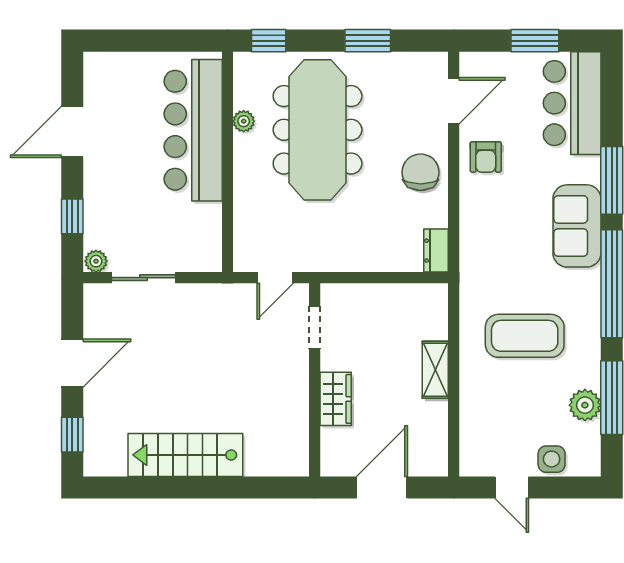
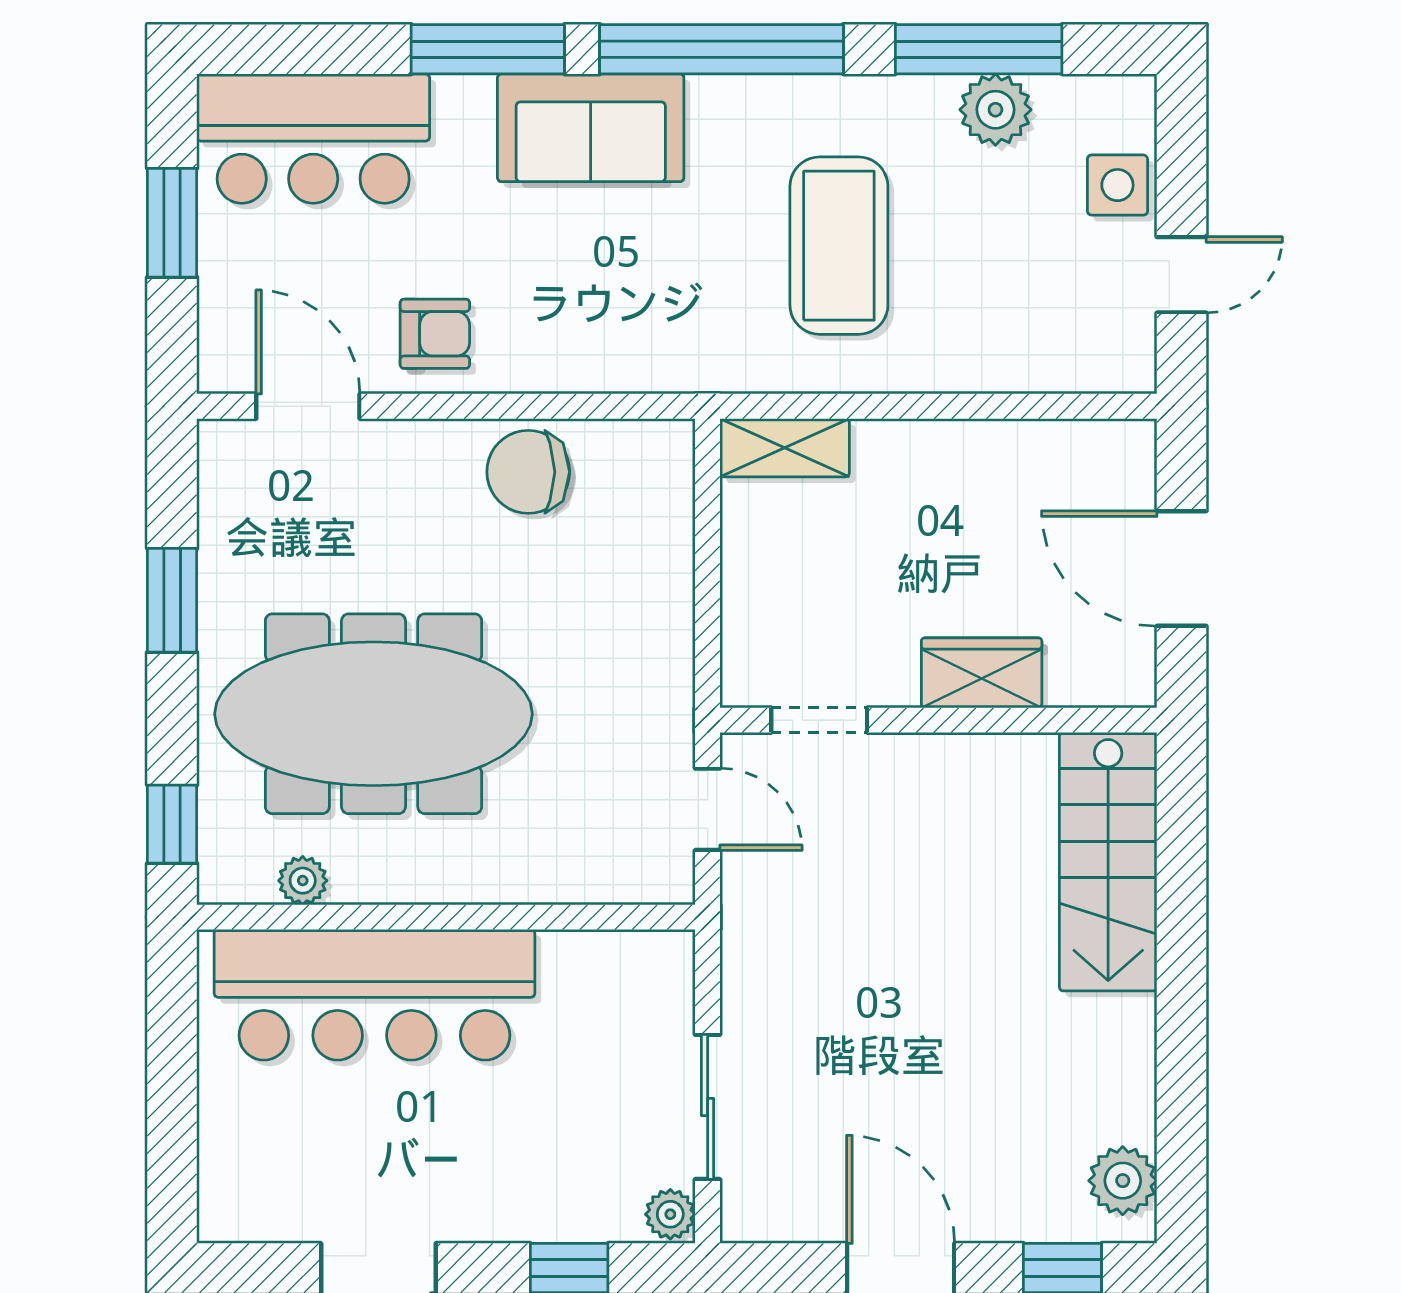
plant: (244, 121) -> (303, 881), moved
chair: (421, 172) -> (528, 472), moved
dresser: (436, 251) -> (646, 446), removed
shelving: (435, 370) -> (785, 448), moved
stairs: (185, 455) -> (1108, 862), moved
plant: (111, 461) -> (1123, 1181), added

